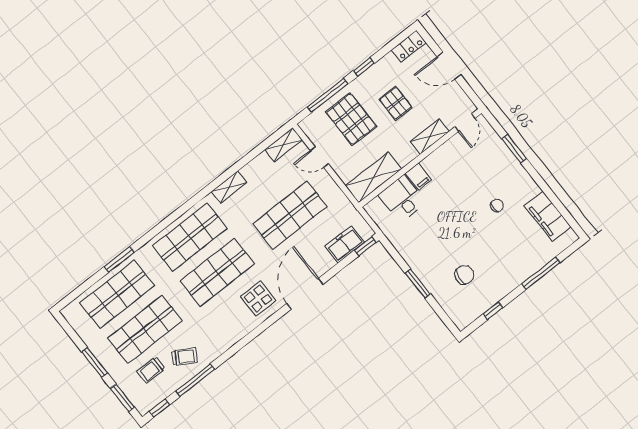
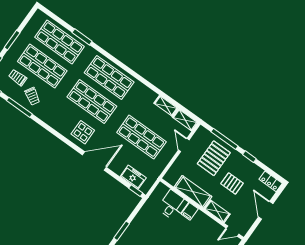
pallet: (396, 103) -> (232, 183), turned 90
shelving: (373, 177) -> (193, 192), moved
shelving: (229, 187) -> (166, 106), moved

